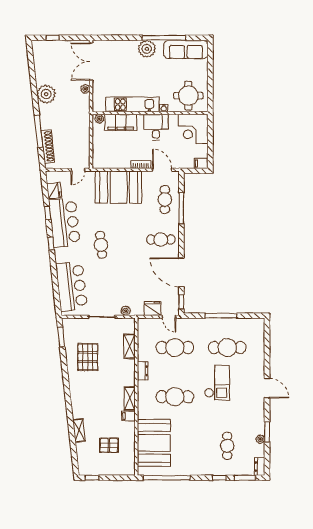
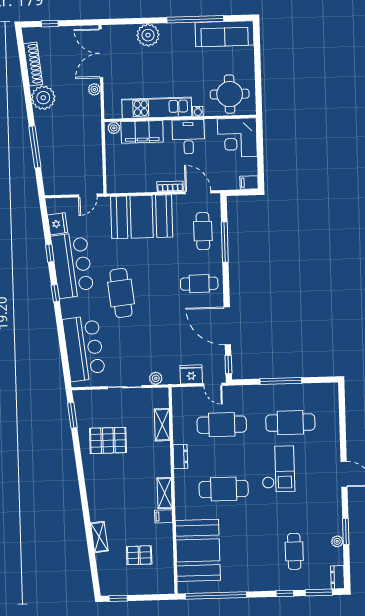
plant: (147, 49) -> (148, 35), moved
shoe rack: (48, 147) -> (33, 64), moved
cafe table: (101, 245) -> (121, 293), width x1.37, depth x1.35
pallet: (88, 357) -> (108, 440), turned 90

